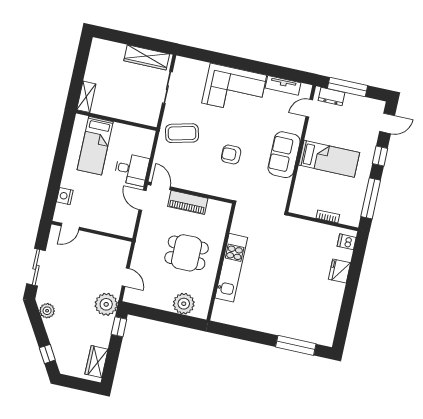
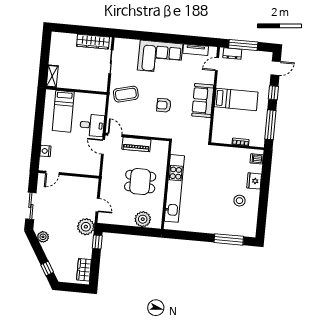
kitchen unit: (231, 268) -> (174, 188), width x1.36
stool: (317, 295) -> (239, 201), added

